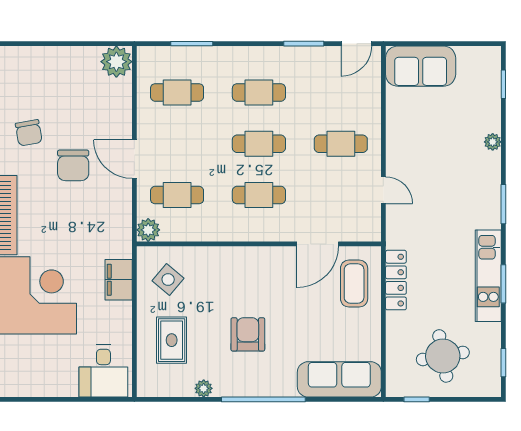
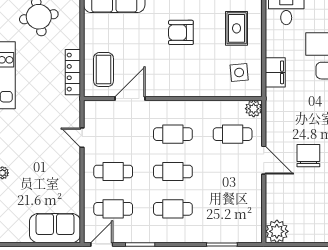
cafe table: (177, 92) -> (113, 209), moved
side table: (168, 280) -> (239, 72), turned 45
armchair: (248, 334) -> (181, 32), turned 90

